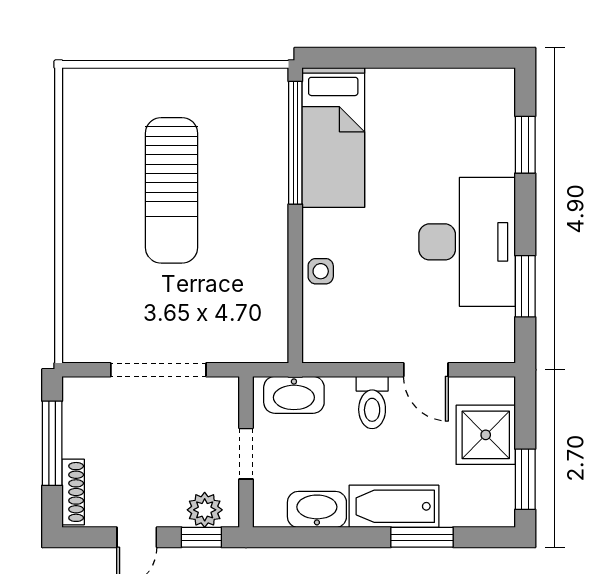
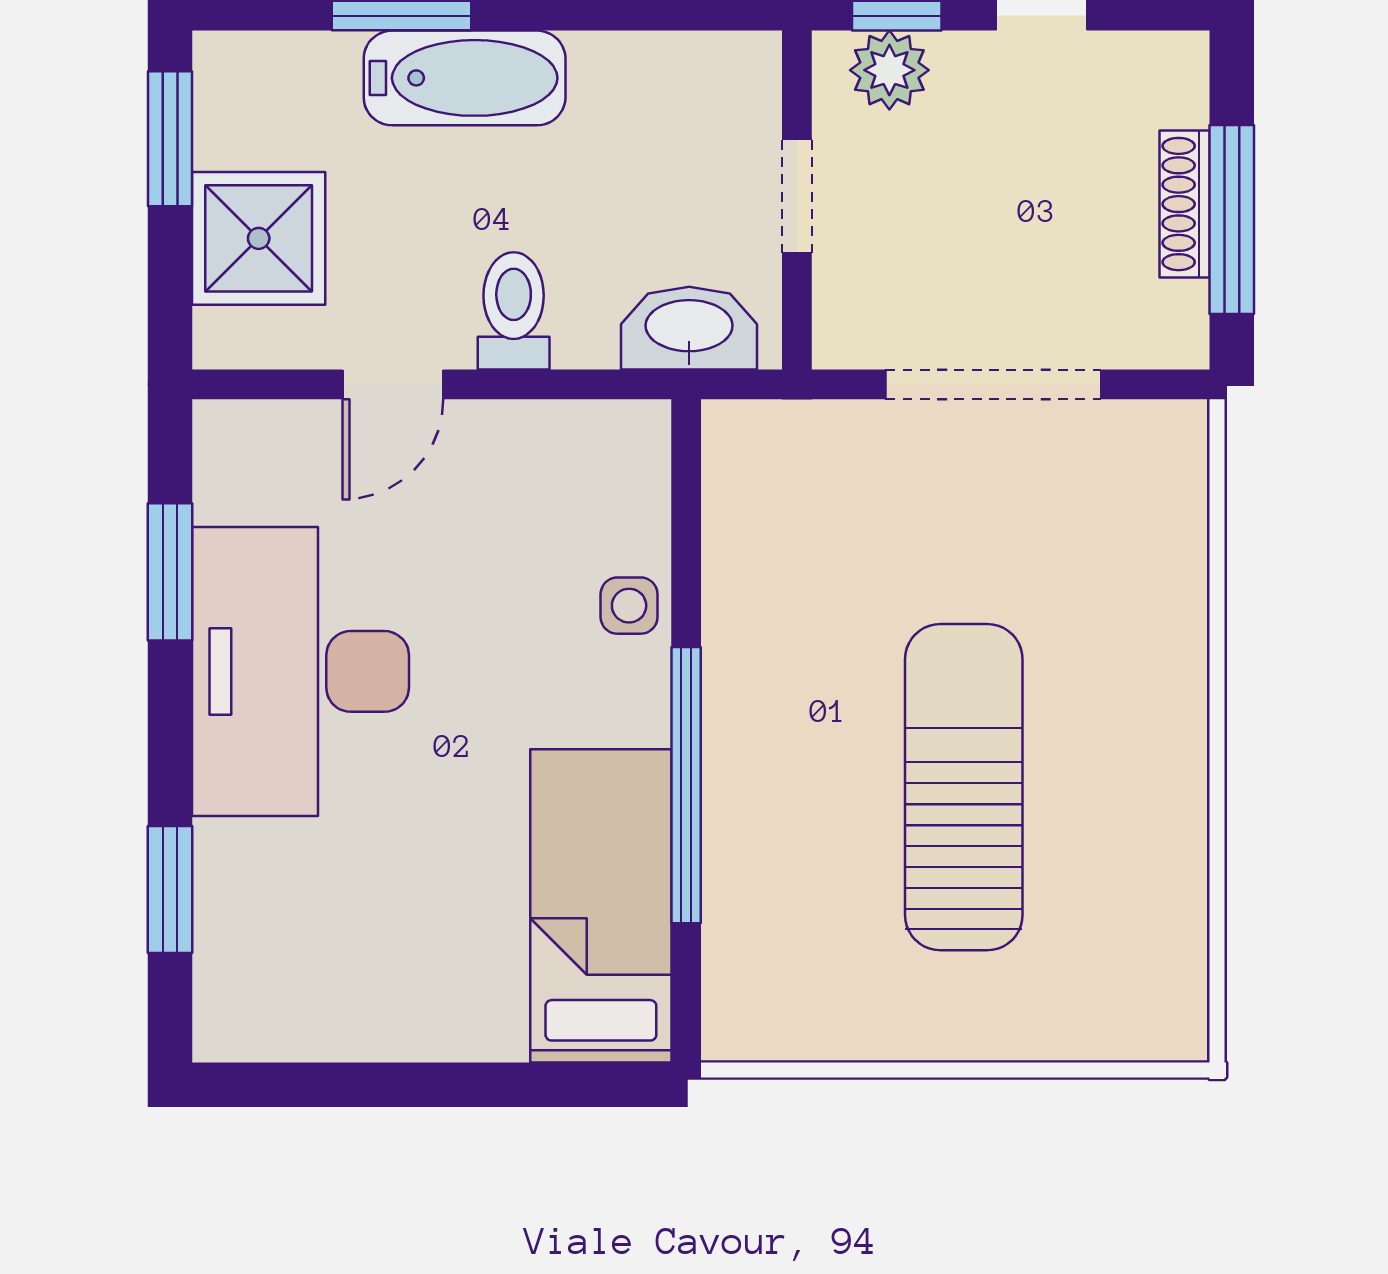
window: (295, 143) -> (686, 785), moved
door: (426, 370) -> (393, 384), swing flipped
shoe rack: (73, 492) -> (1185, 204), moved
washbasin: (317, 509) -> (637, 71), removed

